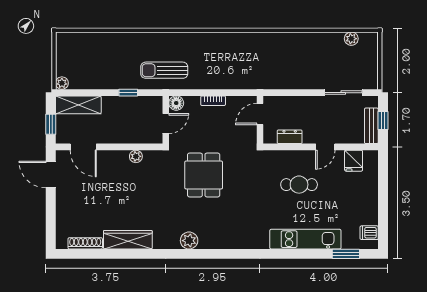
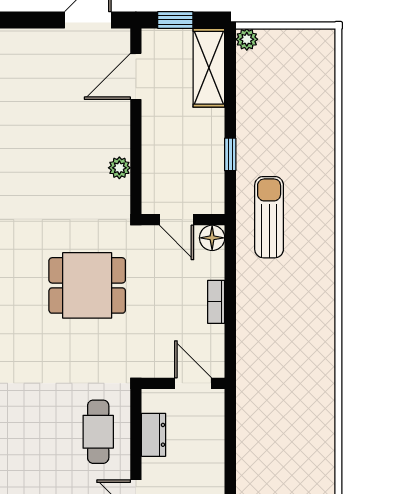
cafe table: (299, 185) -> (98, 432), moved

